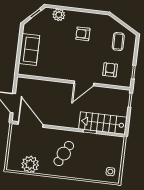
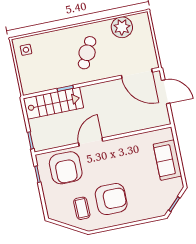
plant: (59, 15) -> (146, 212), removed
armchair: (83, 34) -> (111, 199), width x1.88, depth x1.88
coffee table: (118, 41) -> (82, 208), moved
armchair: (110, 70) -> (66, 168), width x1.88, depth x1.88

